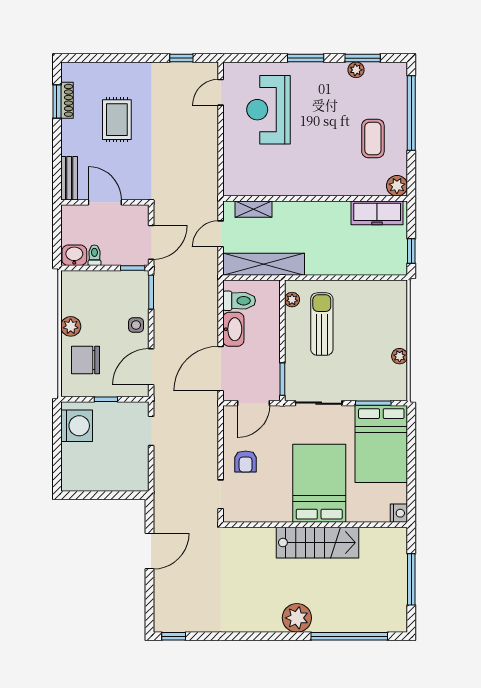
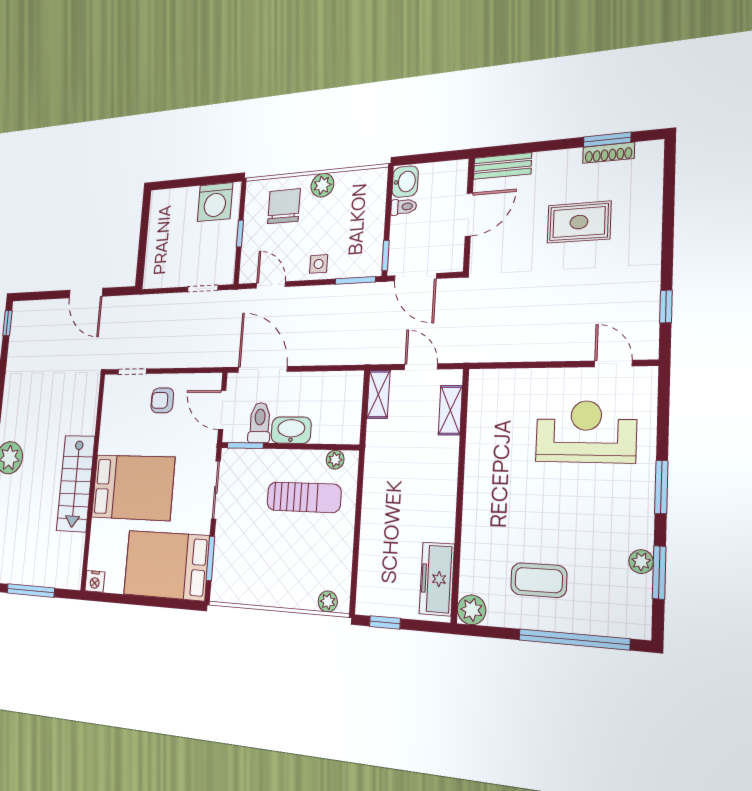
shelving: (264, 264) -> (378, 394), width x0.45, depth x0.75
toilet: (239, 301) -> (260, 423), moved, turned 180
washbasin: (233, 329) -> (291, 430), moved, turned 180
plant: (400, 356) -> (328, 601), moved
door: (151, 367) -> (271, 285), width x0.73

